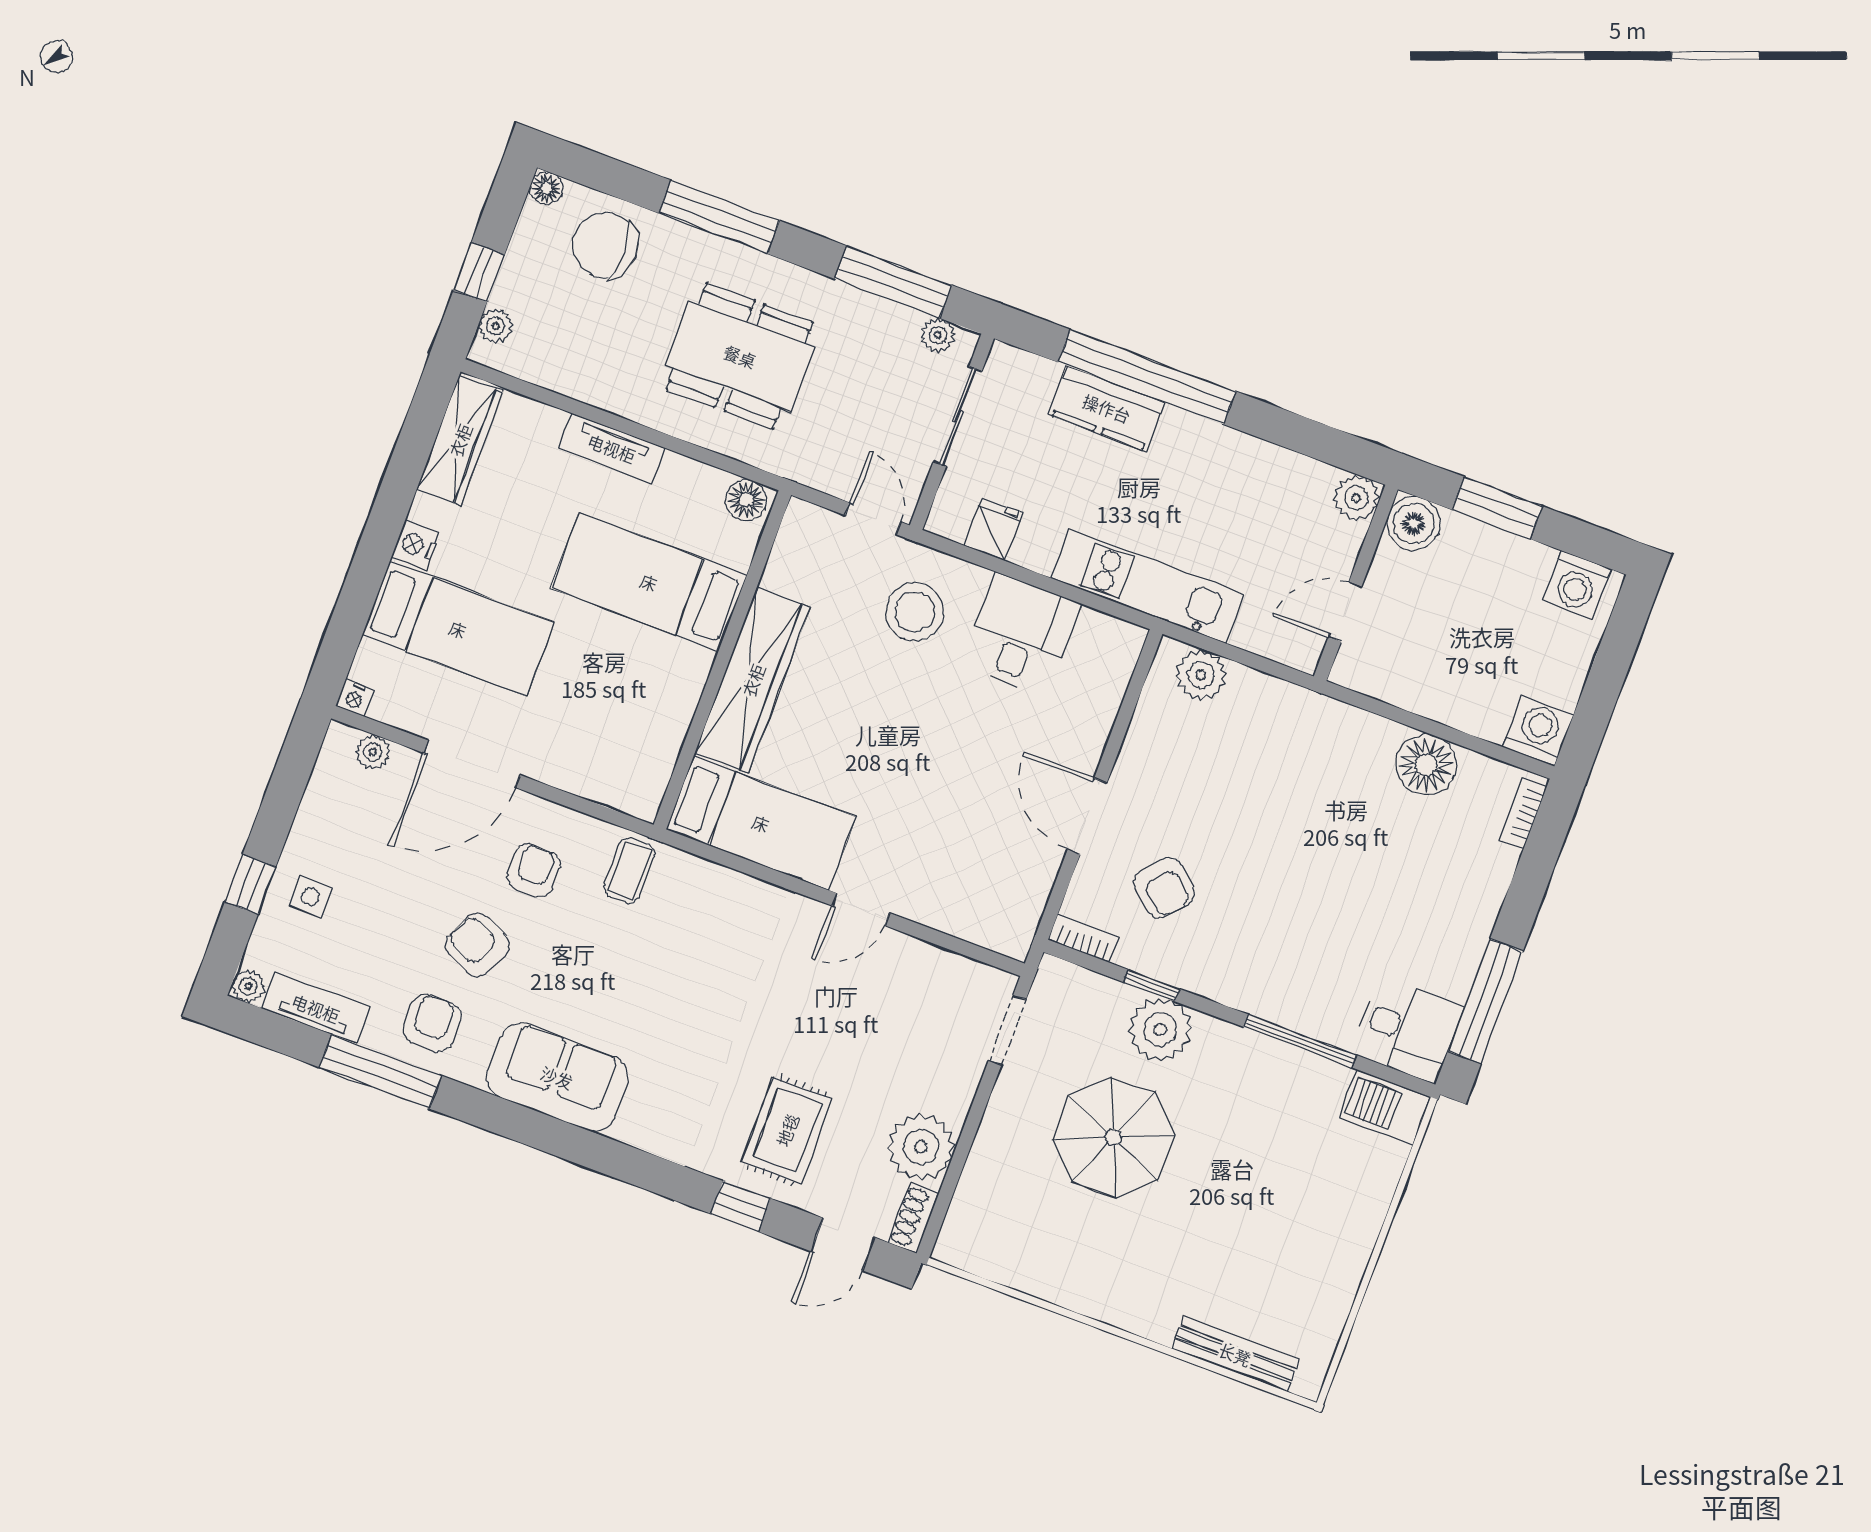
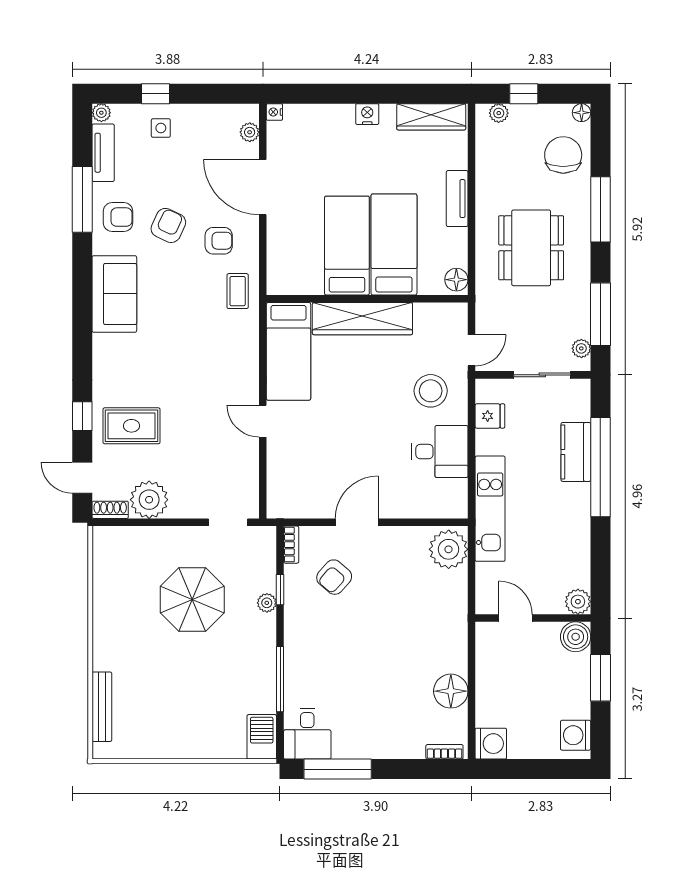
bed: (458, 629) -> (347, 246), moved, turned 180
plant: (1201, 675) -> (449, 549), width x1.36, depth x1.36
coffee table: (629, 870) -> (238, 291), turned 90
plant: (1160, 1030) -> (267, 603), width x0.53, depth x0.53

